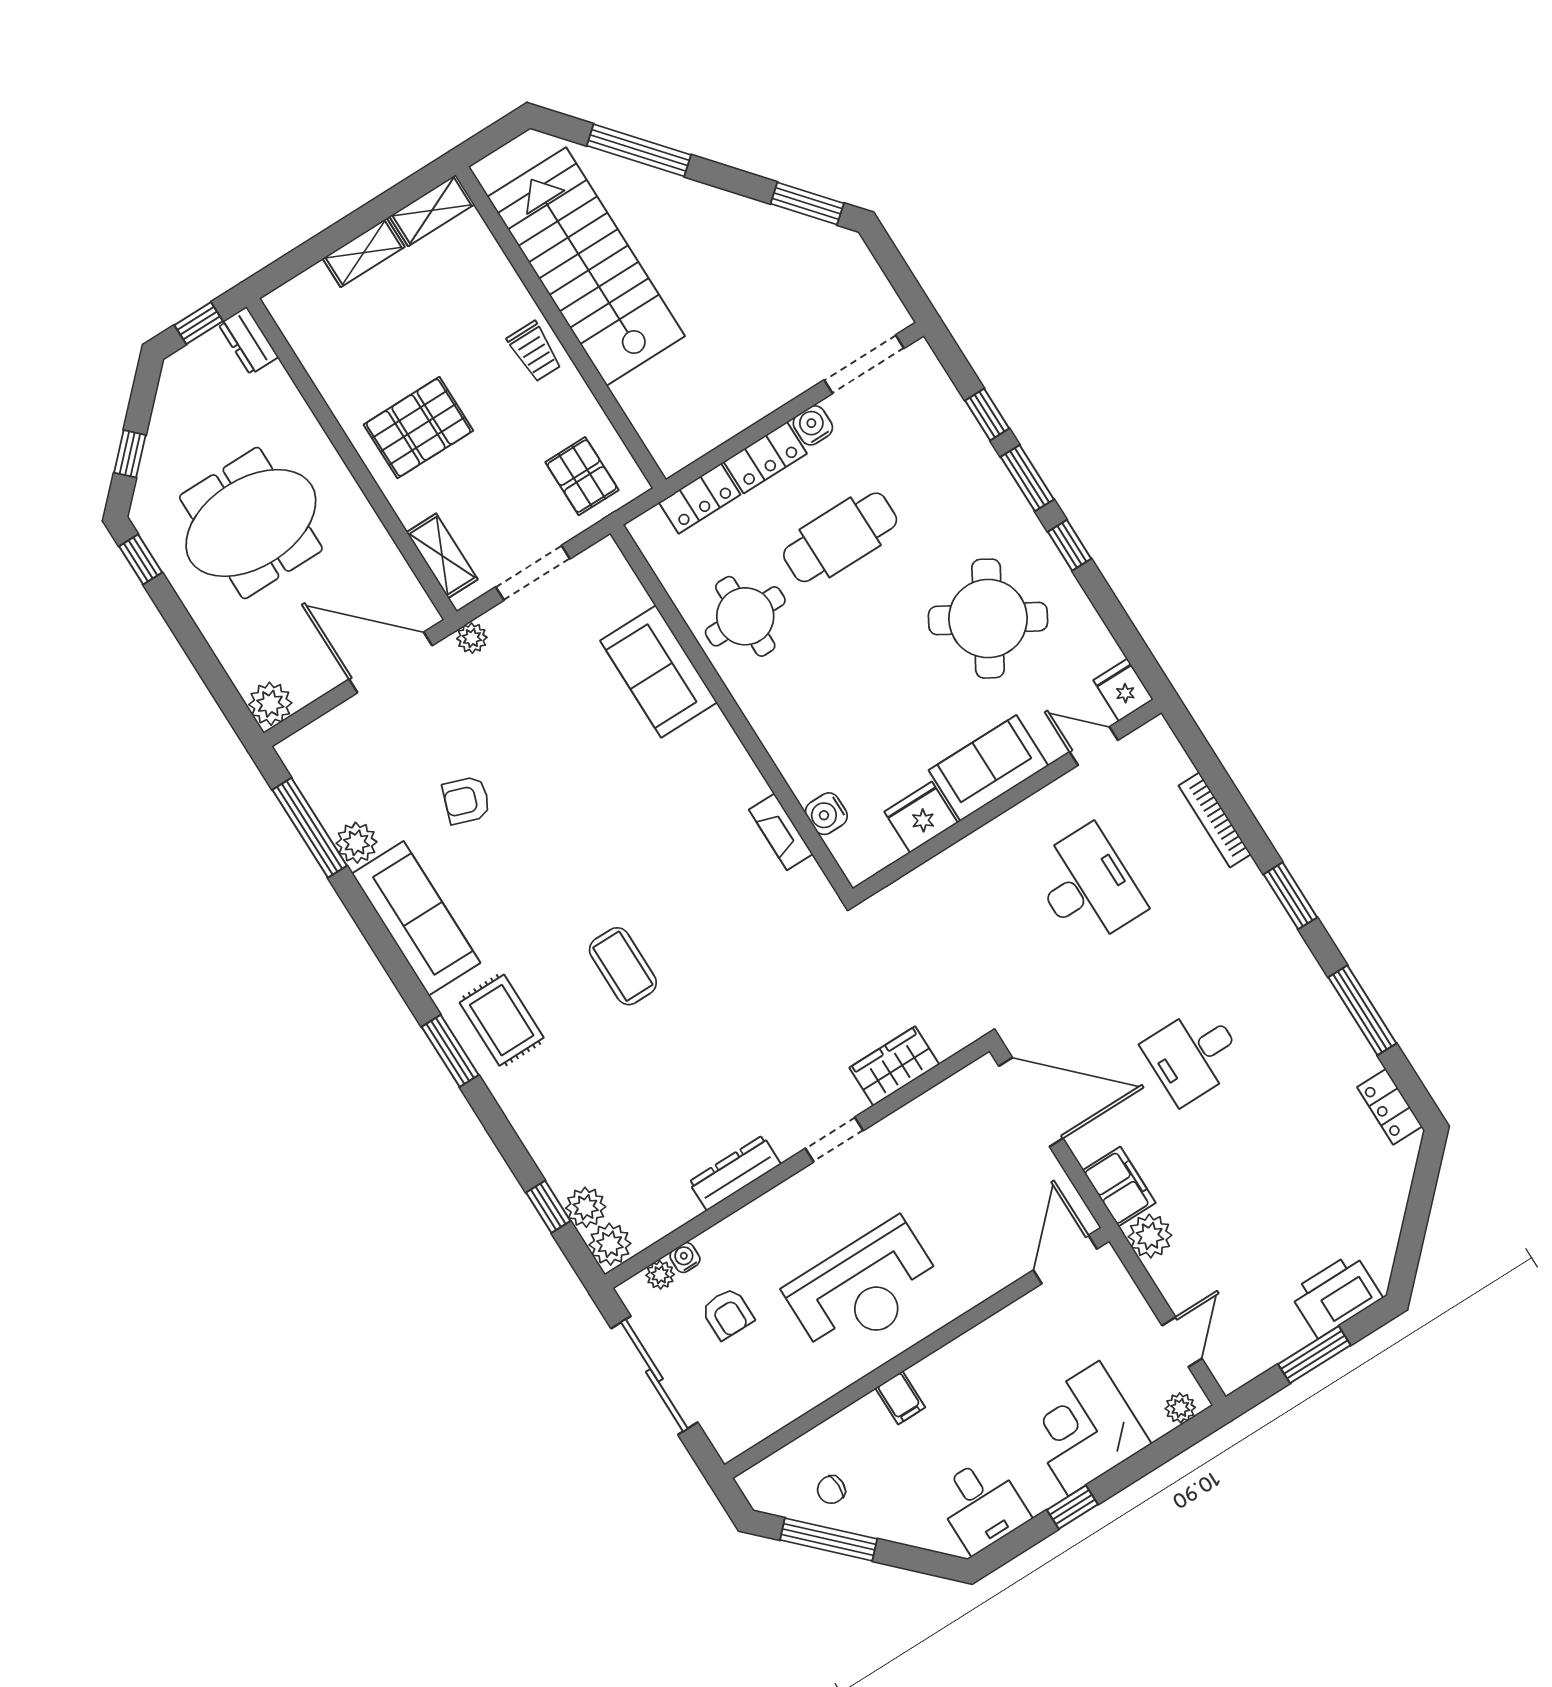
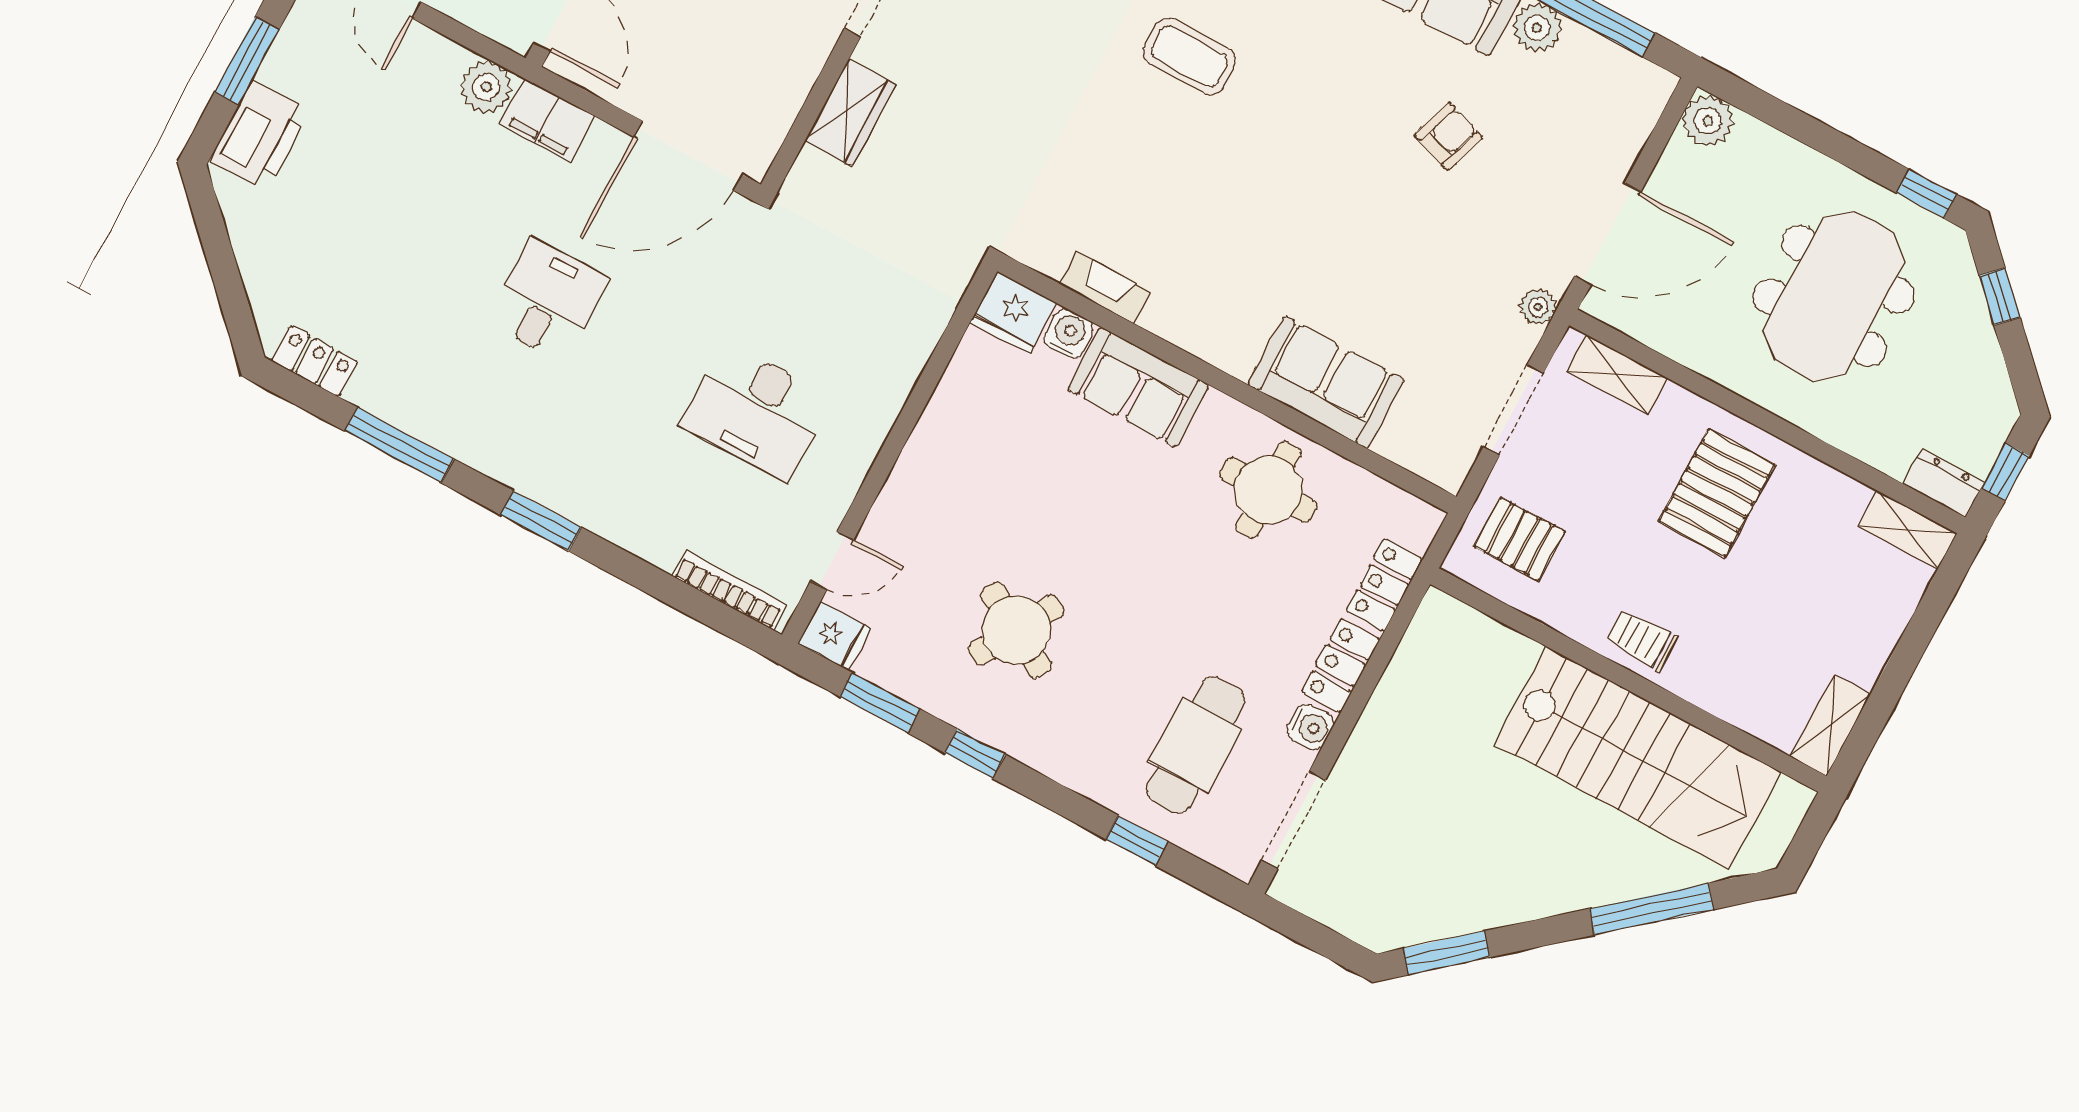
shelving: (364, 253) -> (1908, 530), moved, turned 90
window: (1027, 478) -> (880, 703), moved
cafe table: (840, 537) -> (1196, 745), moved
round table: (988, 619) -> (1016, 630), width x0.73, depth x0.73
sofa: (988, 768) -> (1138, 387), moved, turned 90
fridge: (921, 817) -> (1013, 312), moved, turned 90
bookcase: (1215, 820) -> (729, 590), moved

